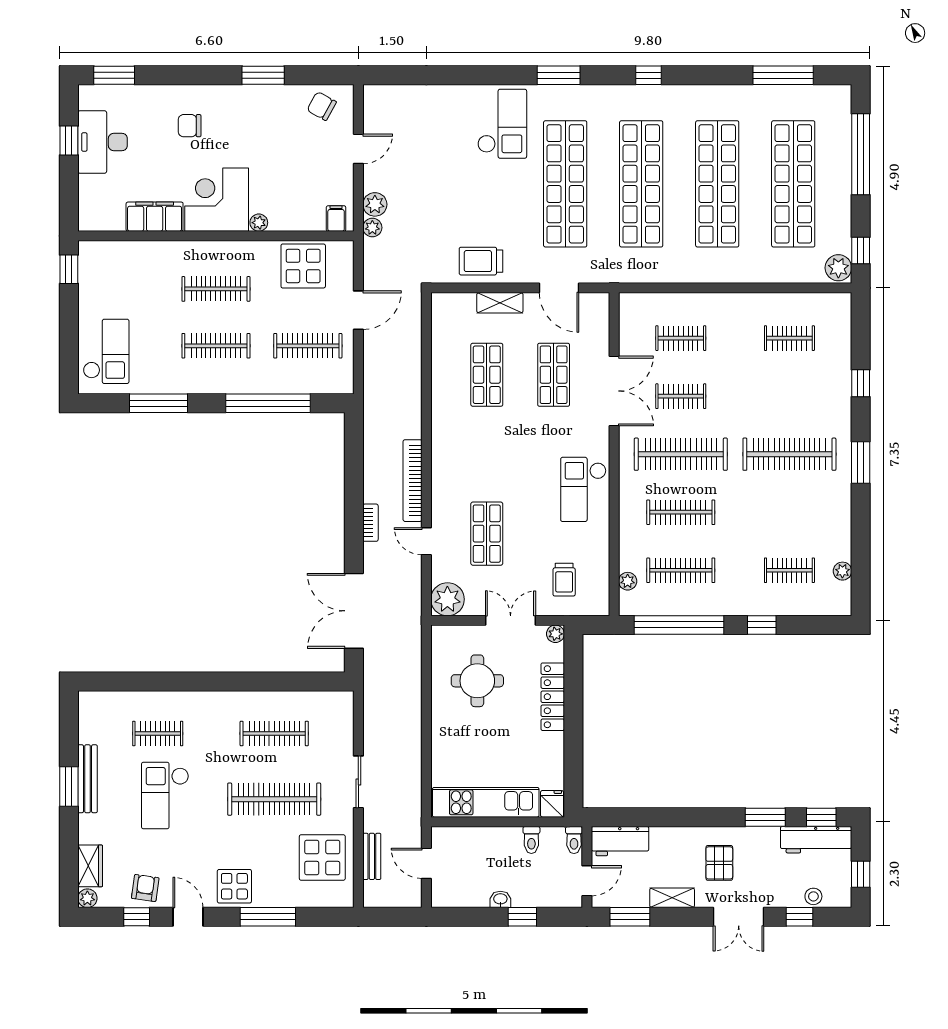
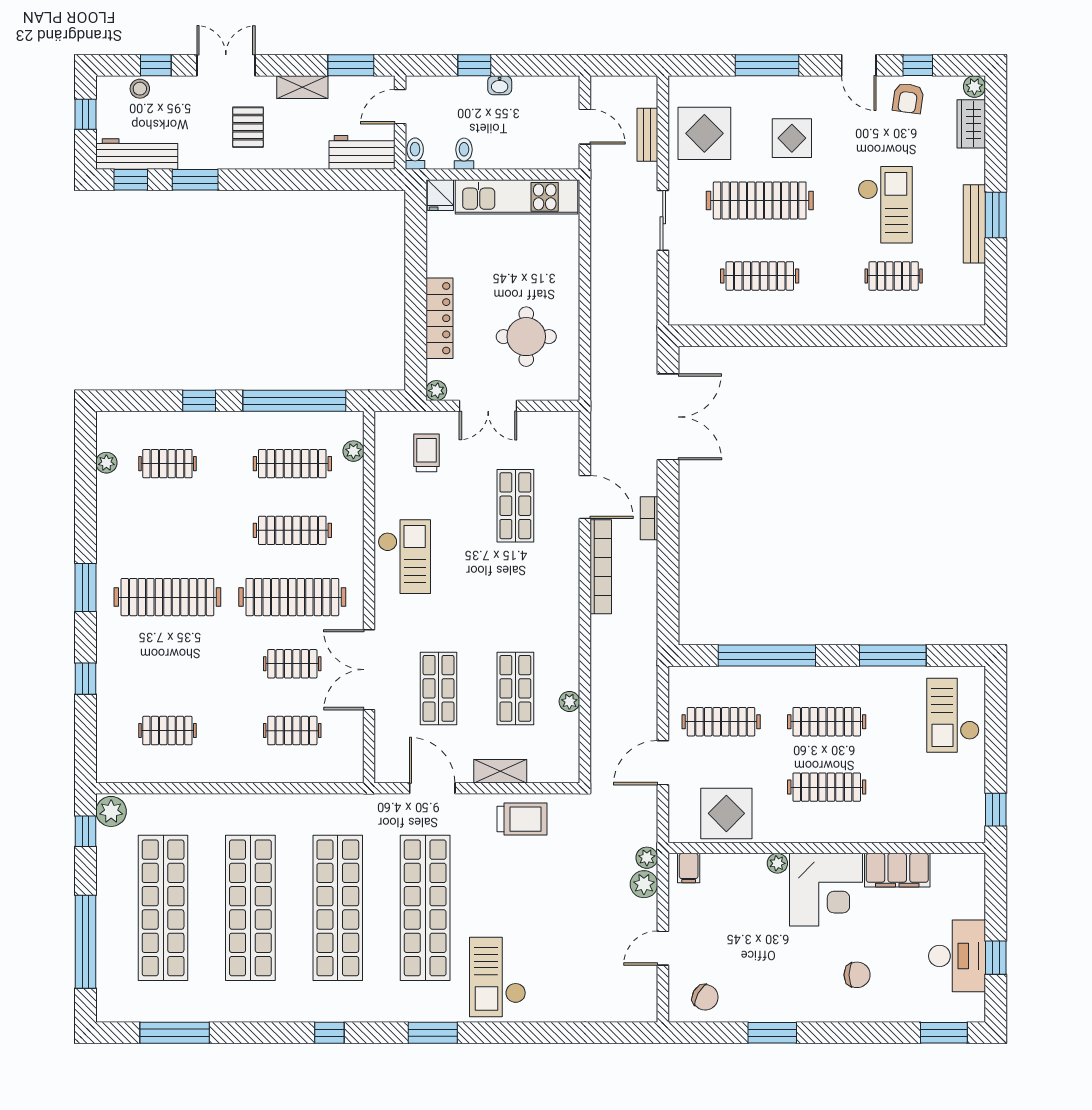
door: (426, 541) -> (585, 497), width x1.37
plant: (447, 599) -> (569, 701), moved, width x0.53, depth x0.53
display table: (234, 886) -> (792, 138), moved

